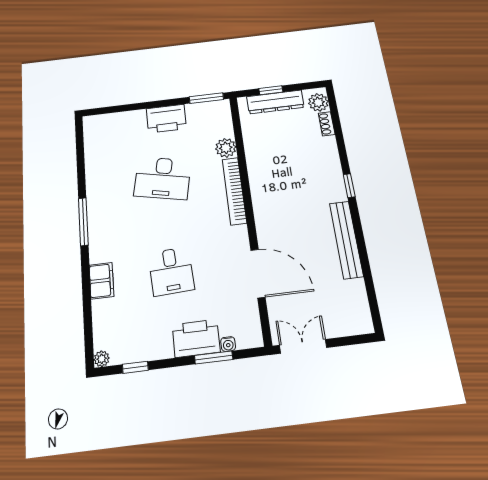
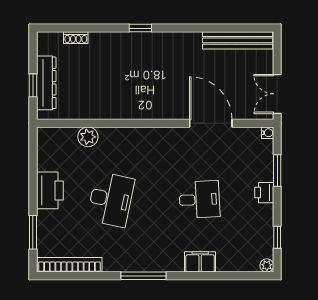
window: (206, 98) -> (33, 232), moved
plant: (318, 102) -> (52, 41), removed
bookcase: (234, 191) -> (69, 265), moved, turned 180
bench: (346, 239) -> (238, 40), moved
door: (258, 273) -> (211, 123), hinge flipped
printer: (196, 338) -> (264, 193), width x0.53, depth x0.68
water cooler: (228, 344) -> (268, 133), moved

